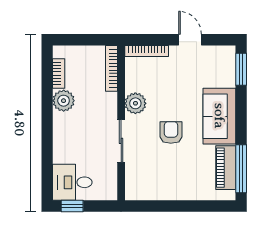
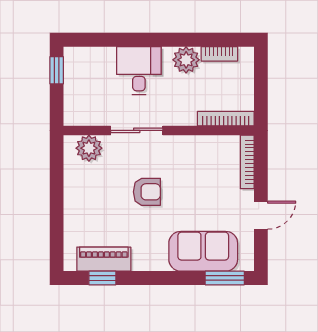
plant: (135, 103) -> (89, 148), moved
sofa: (219, 116) -> (203, 251), moved
window: (241, 169) -> (102, 278), width x0.46
desk: (72, 182) -> (139, 71), moved

